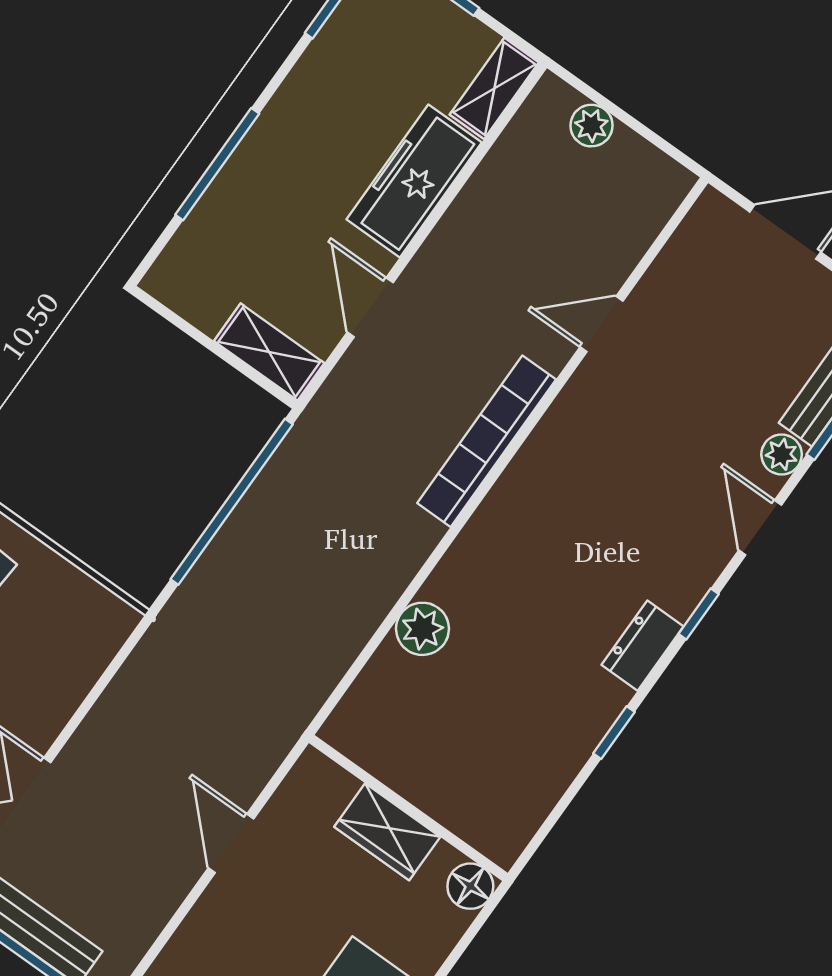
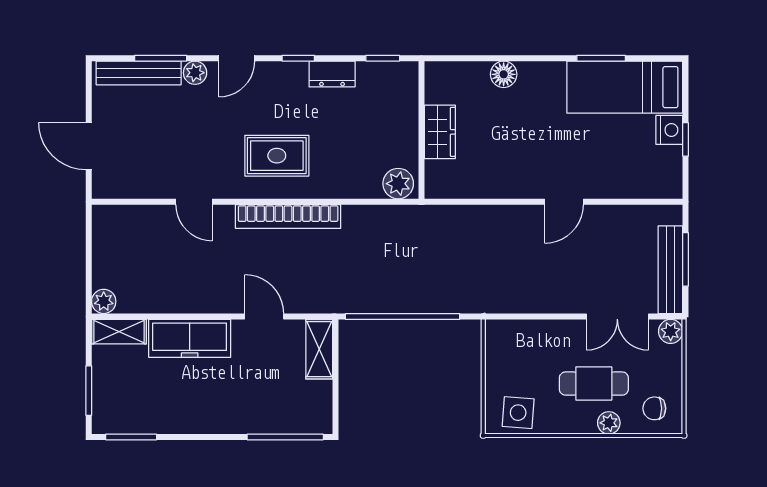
plant: (591, 126) -> (104, 301), moved
window: (217, 164) -> (285, 437), moved
door: (370, 307) -> (264, 316), swing flipped
rug: (583, 486) -> (277, 156), added
wall: (408, 808) -> (422, 130), moved
wardrobe: (387, 832) -> (440, 132), moved

